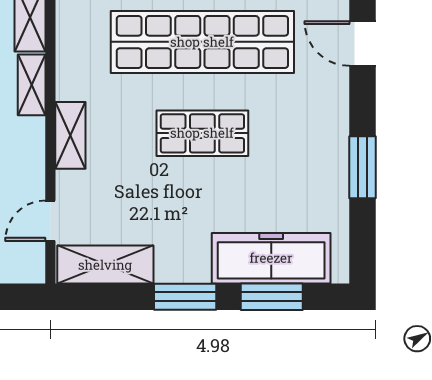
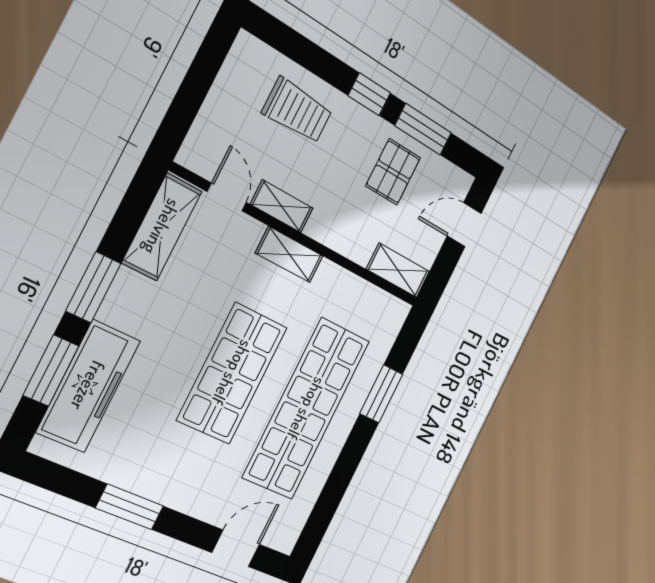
shelving: (32, 85) -> (282, 206), moved
shop shelf: (202, 133) -> (232, 373), width x1.43, depth x1.36

